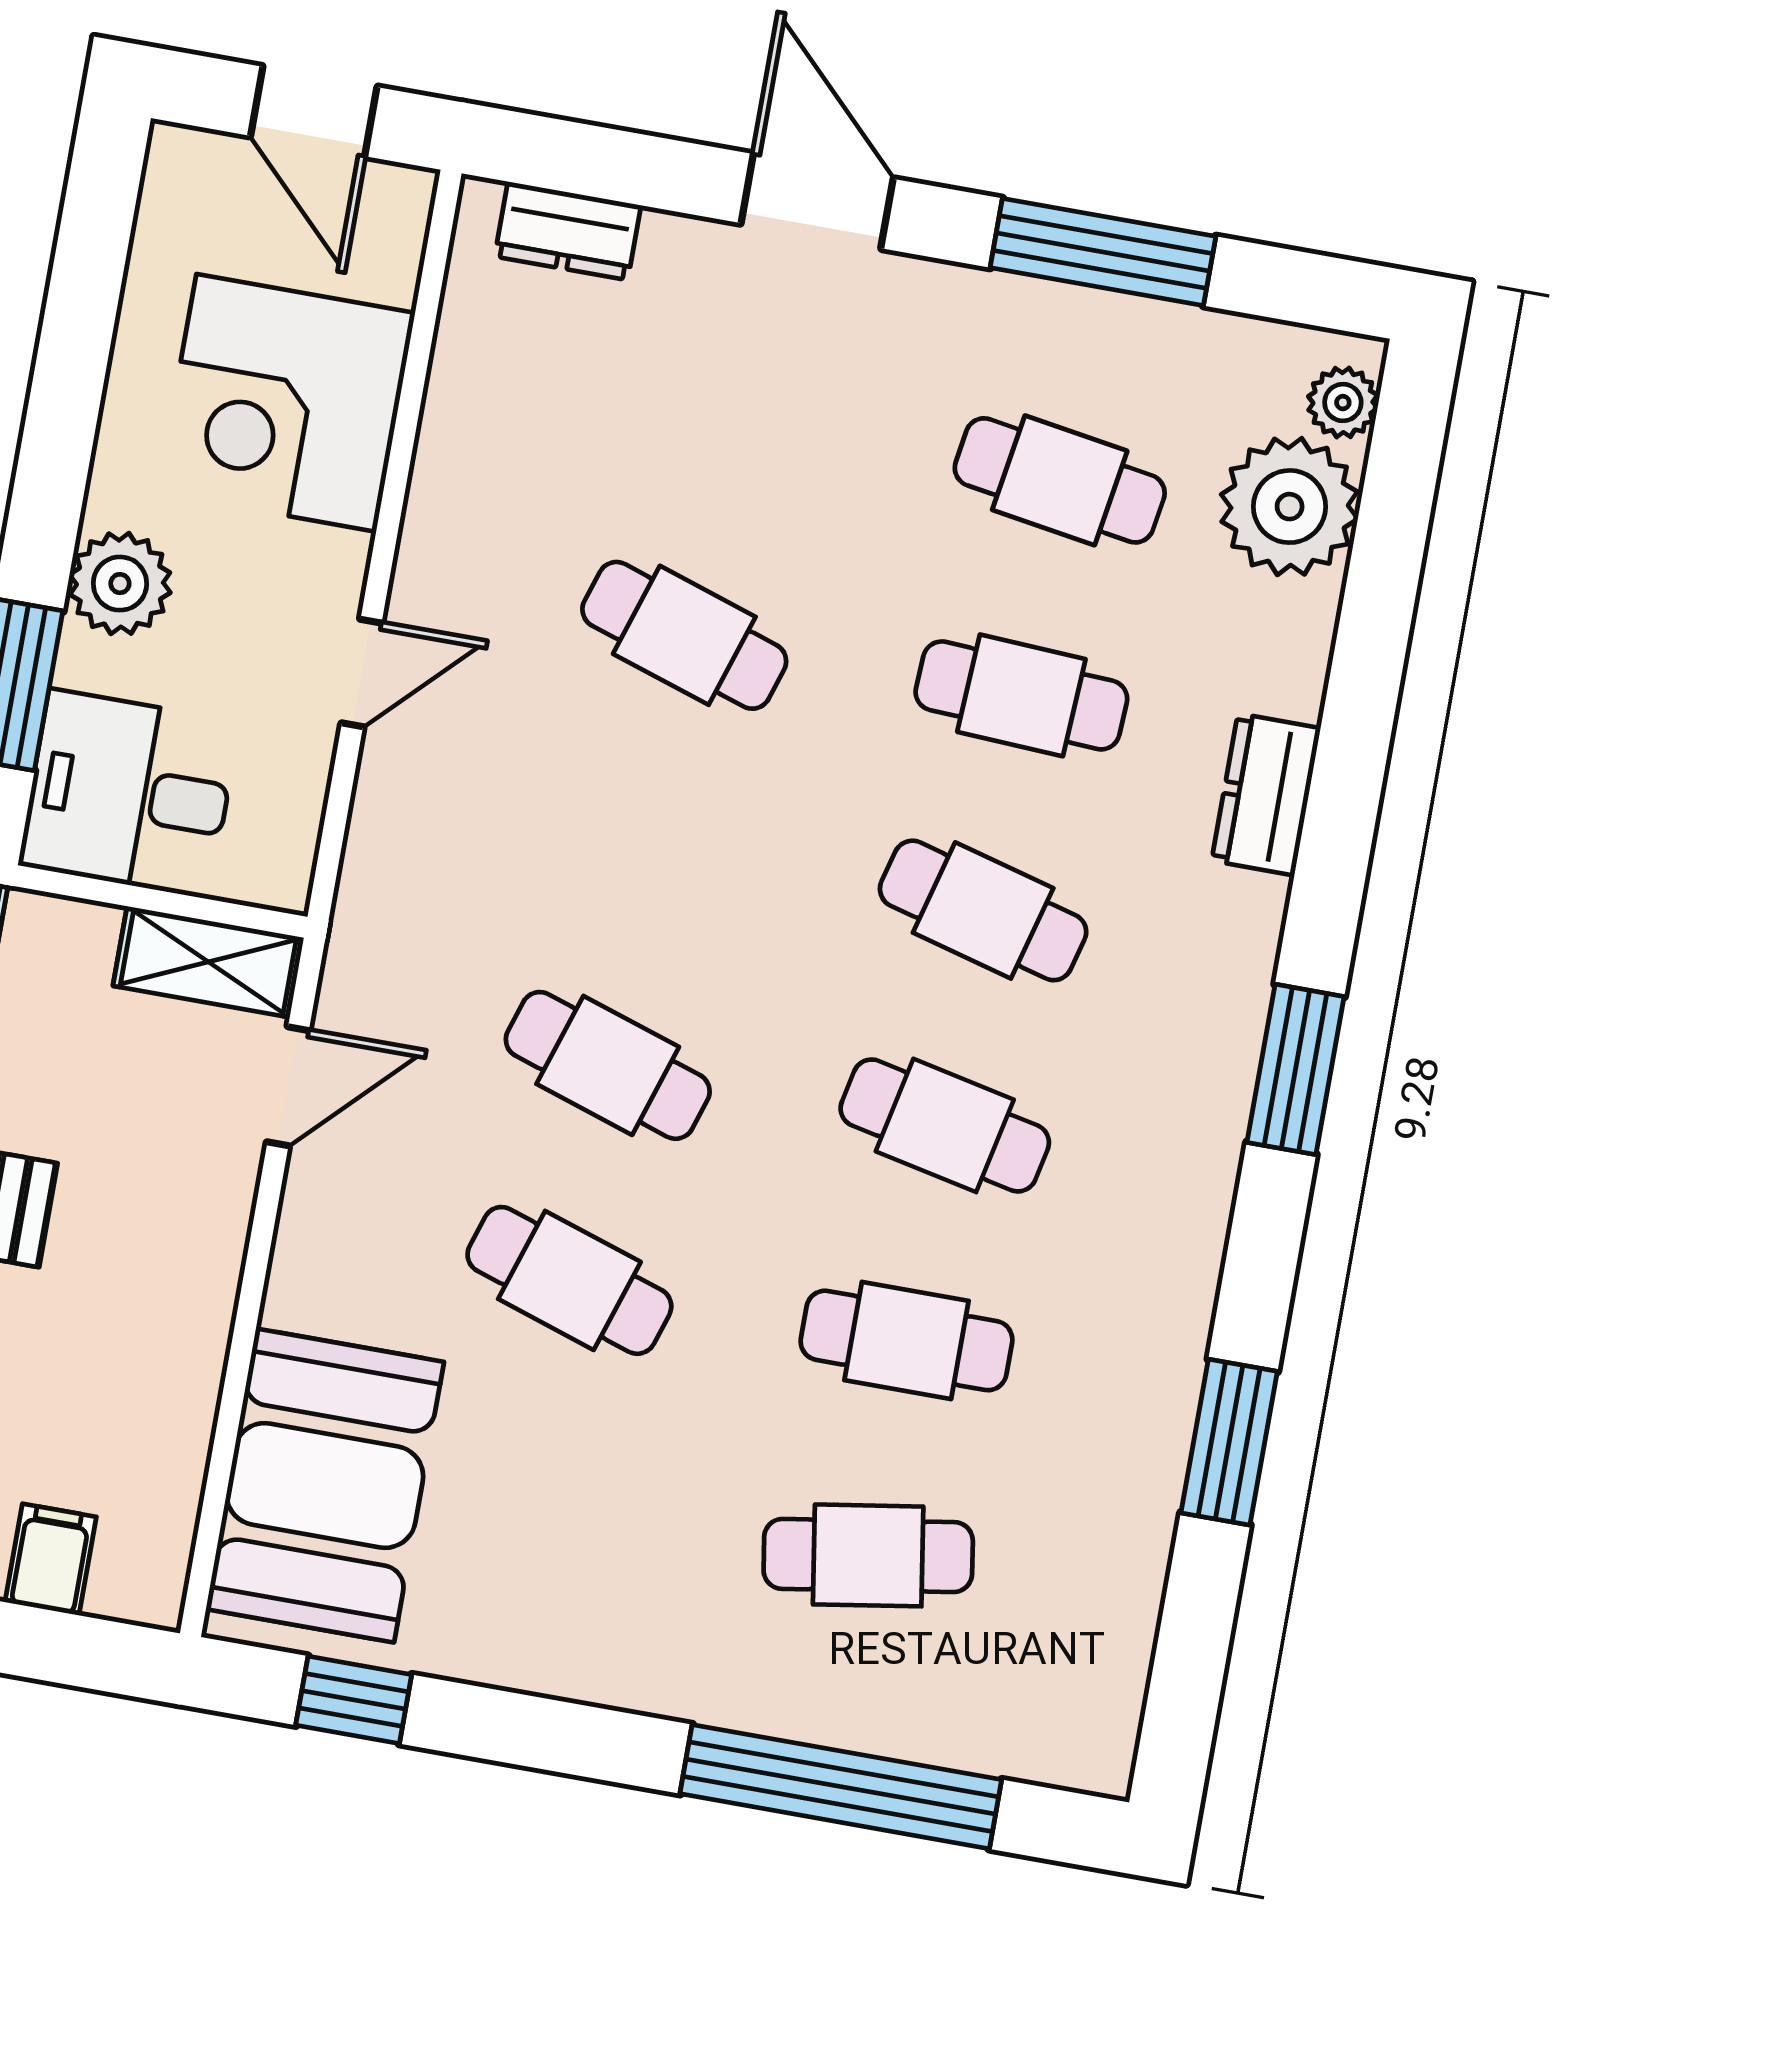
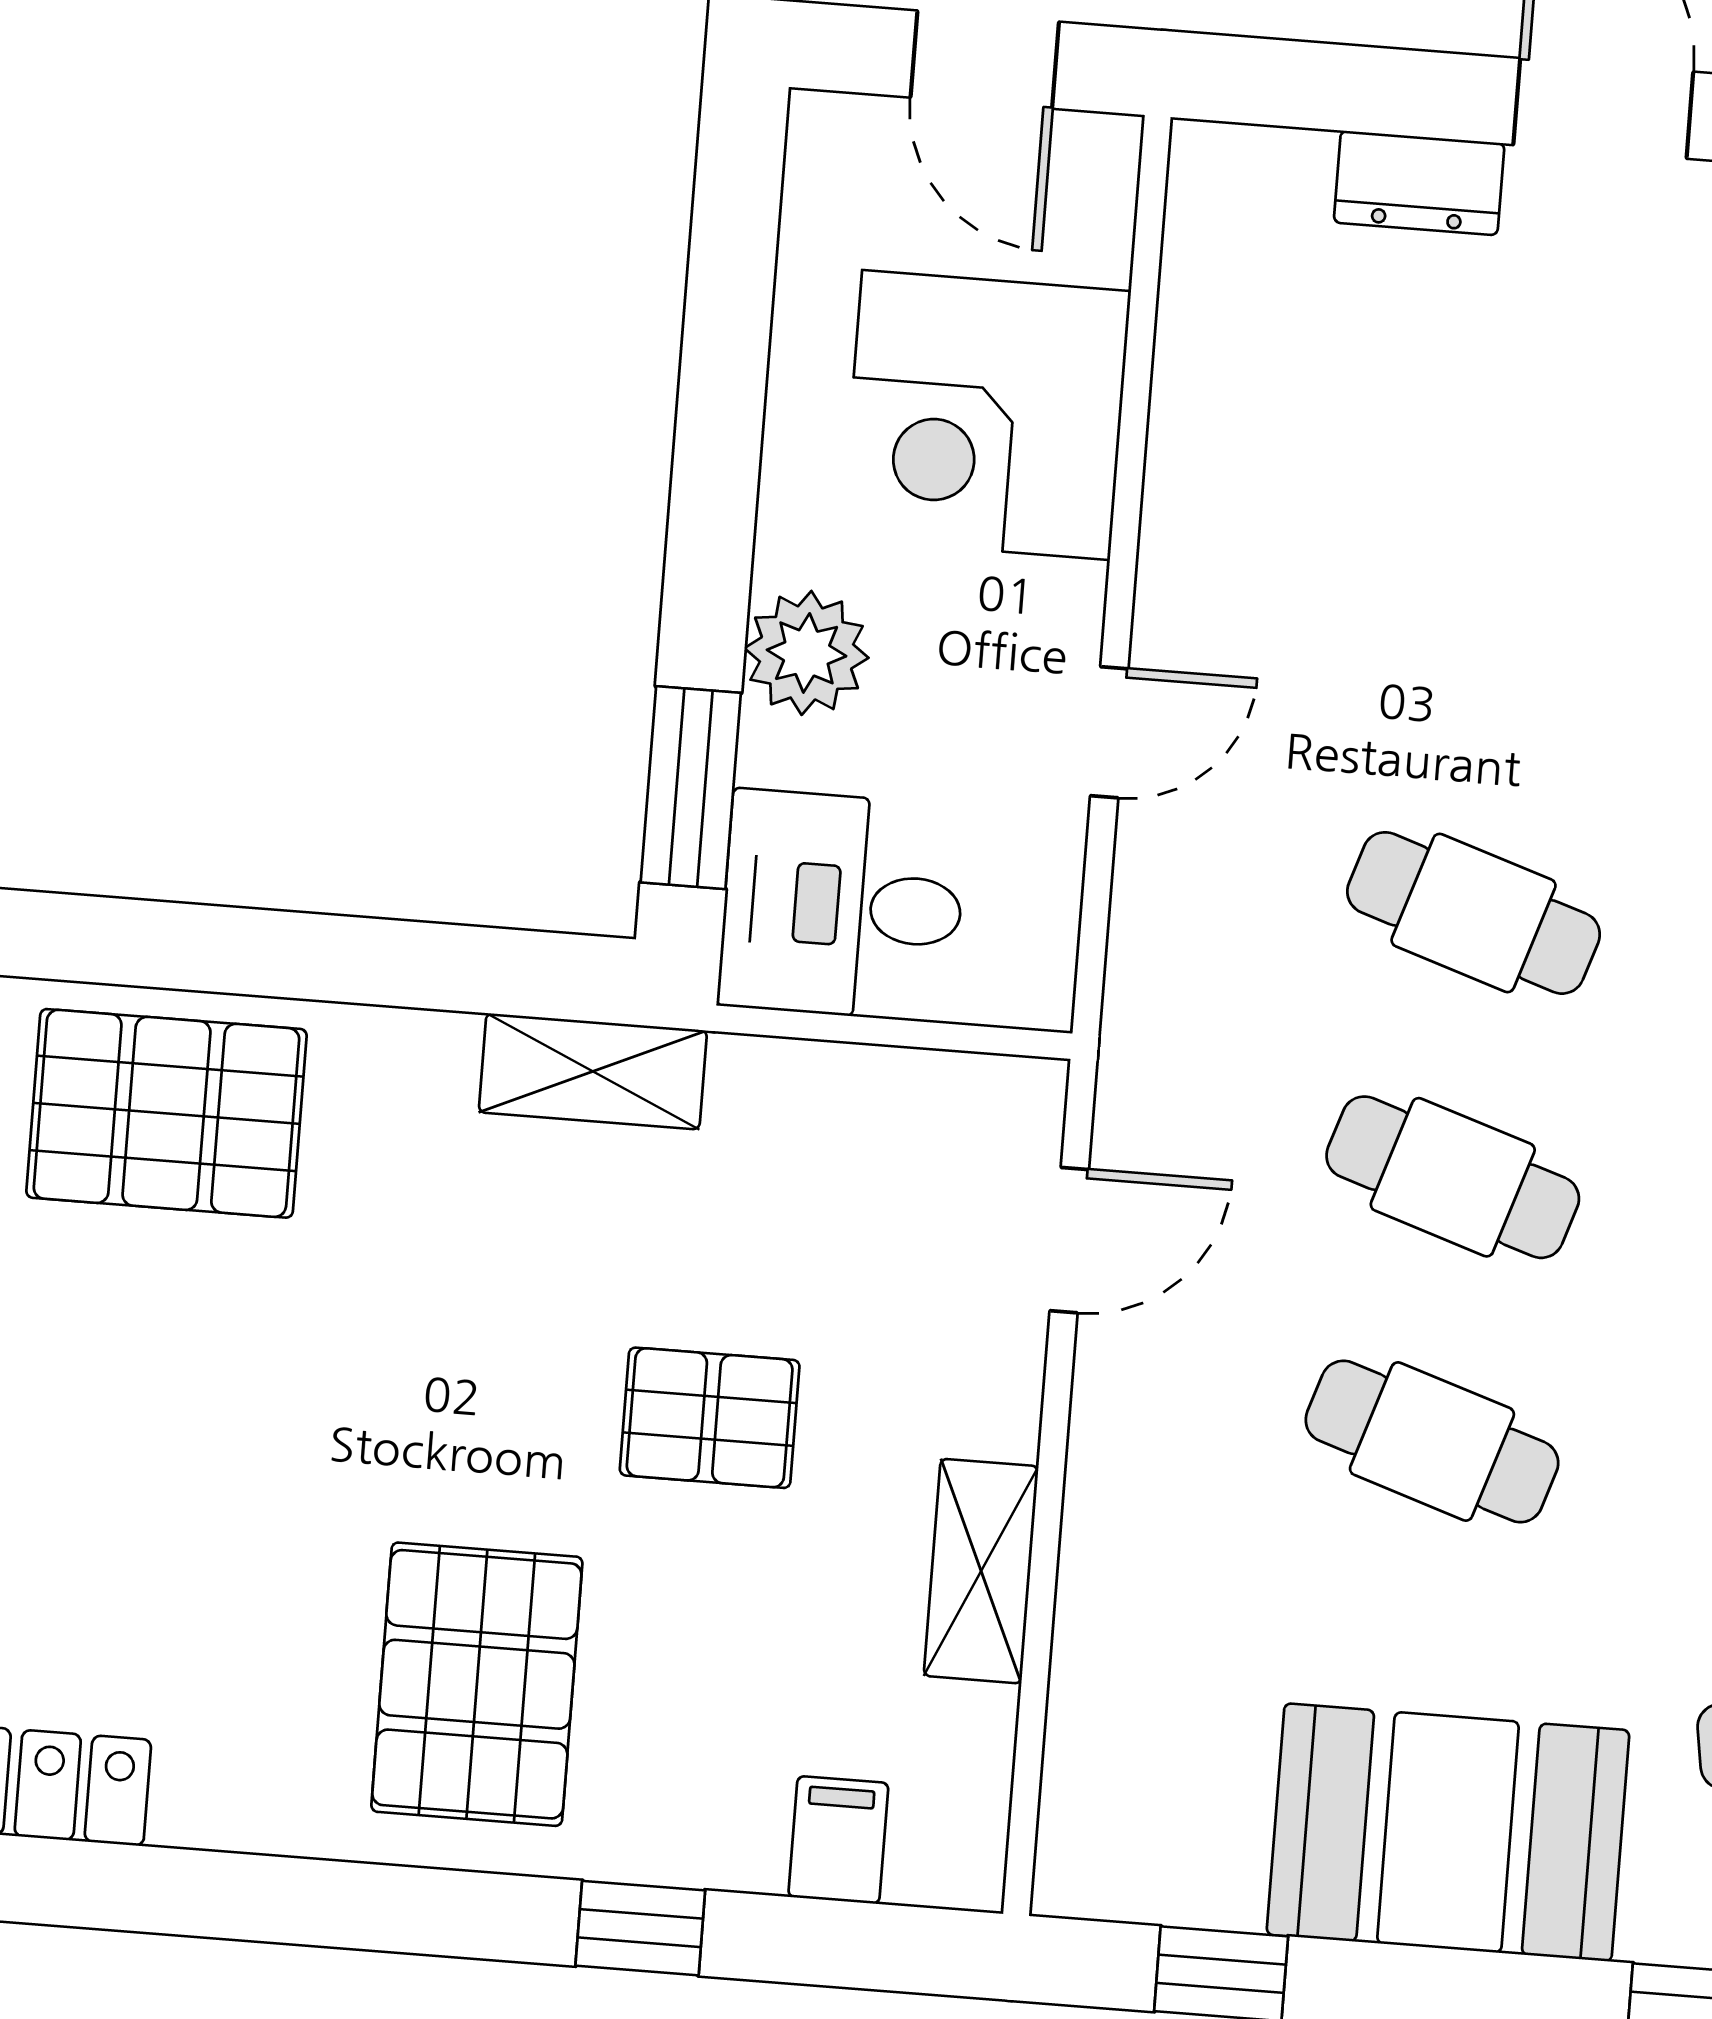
dresser: (568, 231) -> (1419, 183), moved
cafe table: (684, 635) -> (1474, 913), moved
shelving: (208, 962) -> (981, 1571), moved, turned 90
booth: (325, 1485) -> (1448, 1832), moved, turned 90

